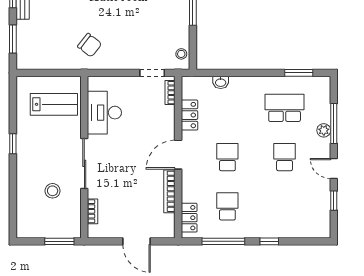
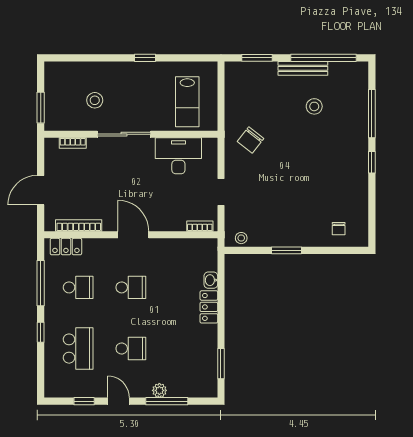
doorway: (152, 73) -> (221, 192), moved
school desk: (285, 108) -> (78, 349), moved
locker: (190, 115) -> (209, 307), moved, turned 90
door: (334, 169) -> (119, 401), hinge flipped
bookcase: (169, 191) -> (79, 225), moved

